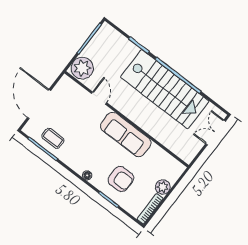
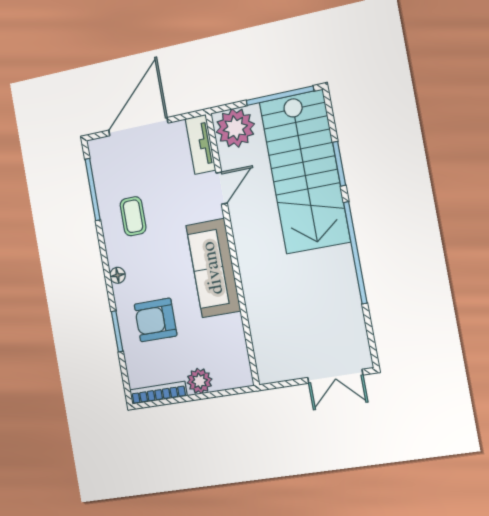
tv unit: (73, 88) -> (200, 144), added
stairs: (165, 89) -> (305, 172), moved
double door: (216, 133) -> (335, 376), swing flipped
coffee table: (53, 138) -> (133, 216), moved
armchair: (121, 179) -> (156, 320), turned 92

